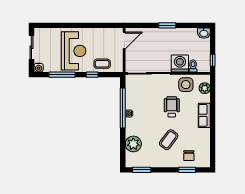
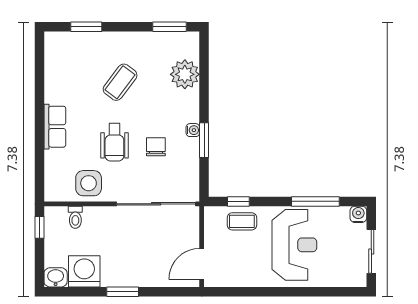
reception desk: (74, 51) -> (294, 245), turned 180
washing machine: (180, 64) -> (84, 271), moved, turned 180
window: (92, 75) -> (238, 201), moved
plant: (205, 88) -> (54, 177), removed
window: (123, 108) -> (204, 140), width x0.47
chair: (189, 156) -> (156, 147), moved

